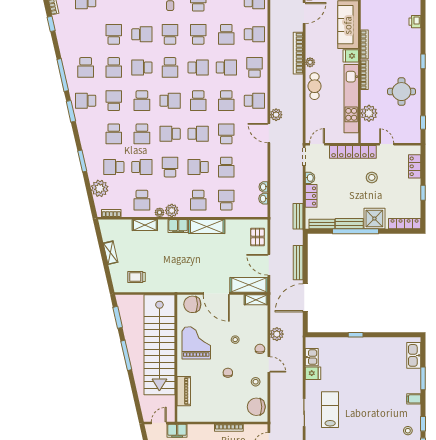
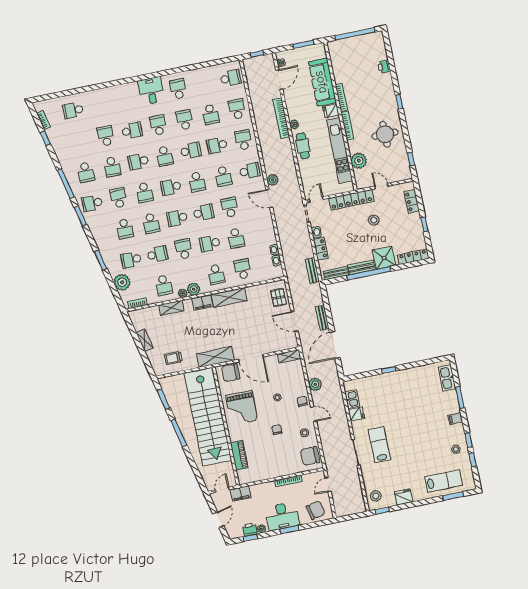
school desk: (254, 34) -> (237, 109), turned -90
school desk: (226, 67) -> (217, 145), turned 180
school desk: (170, 101) -> (171, 187), turned 180
bench: (298, 263) -> (322, 318), width x0.73
shelving: (249, 285) -> (215, 357), moved
grand piano: (196, 343) -> (242, 408), turned 180

